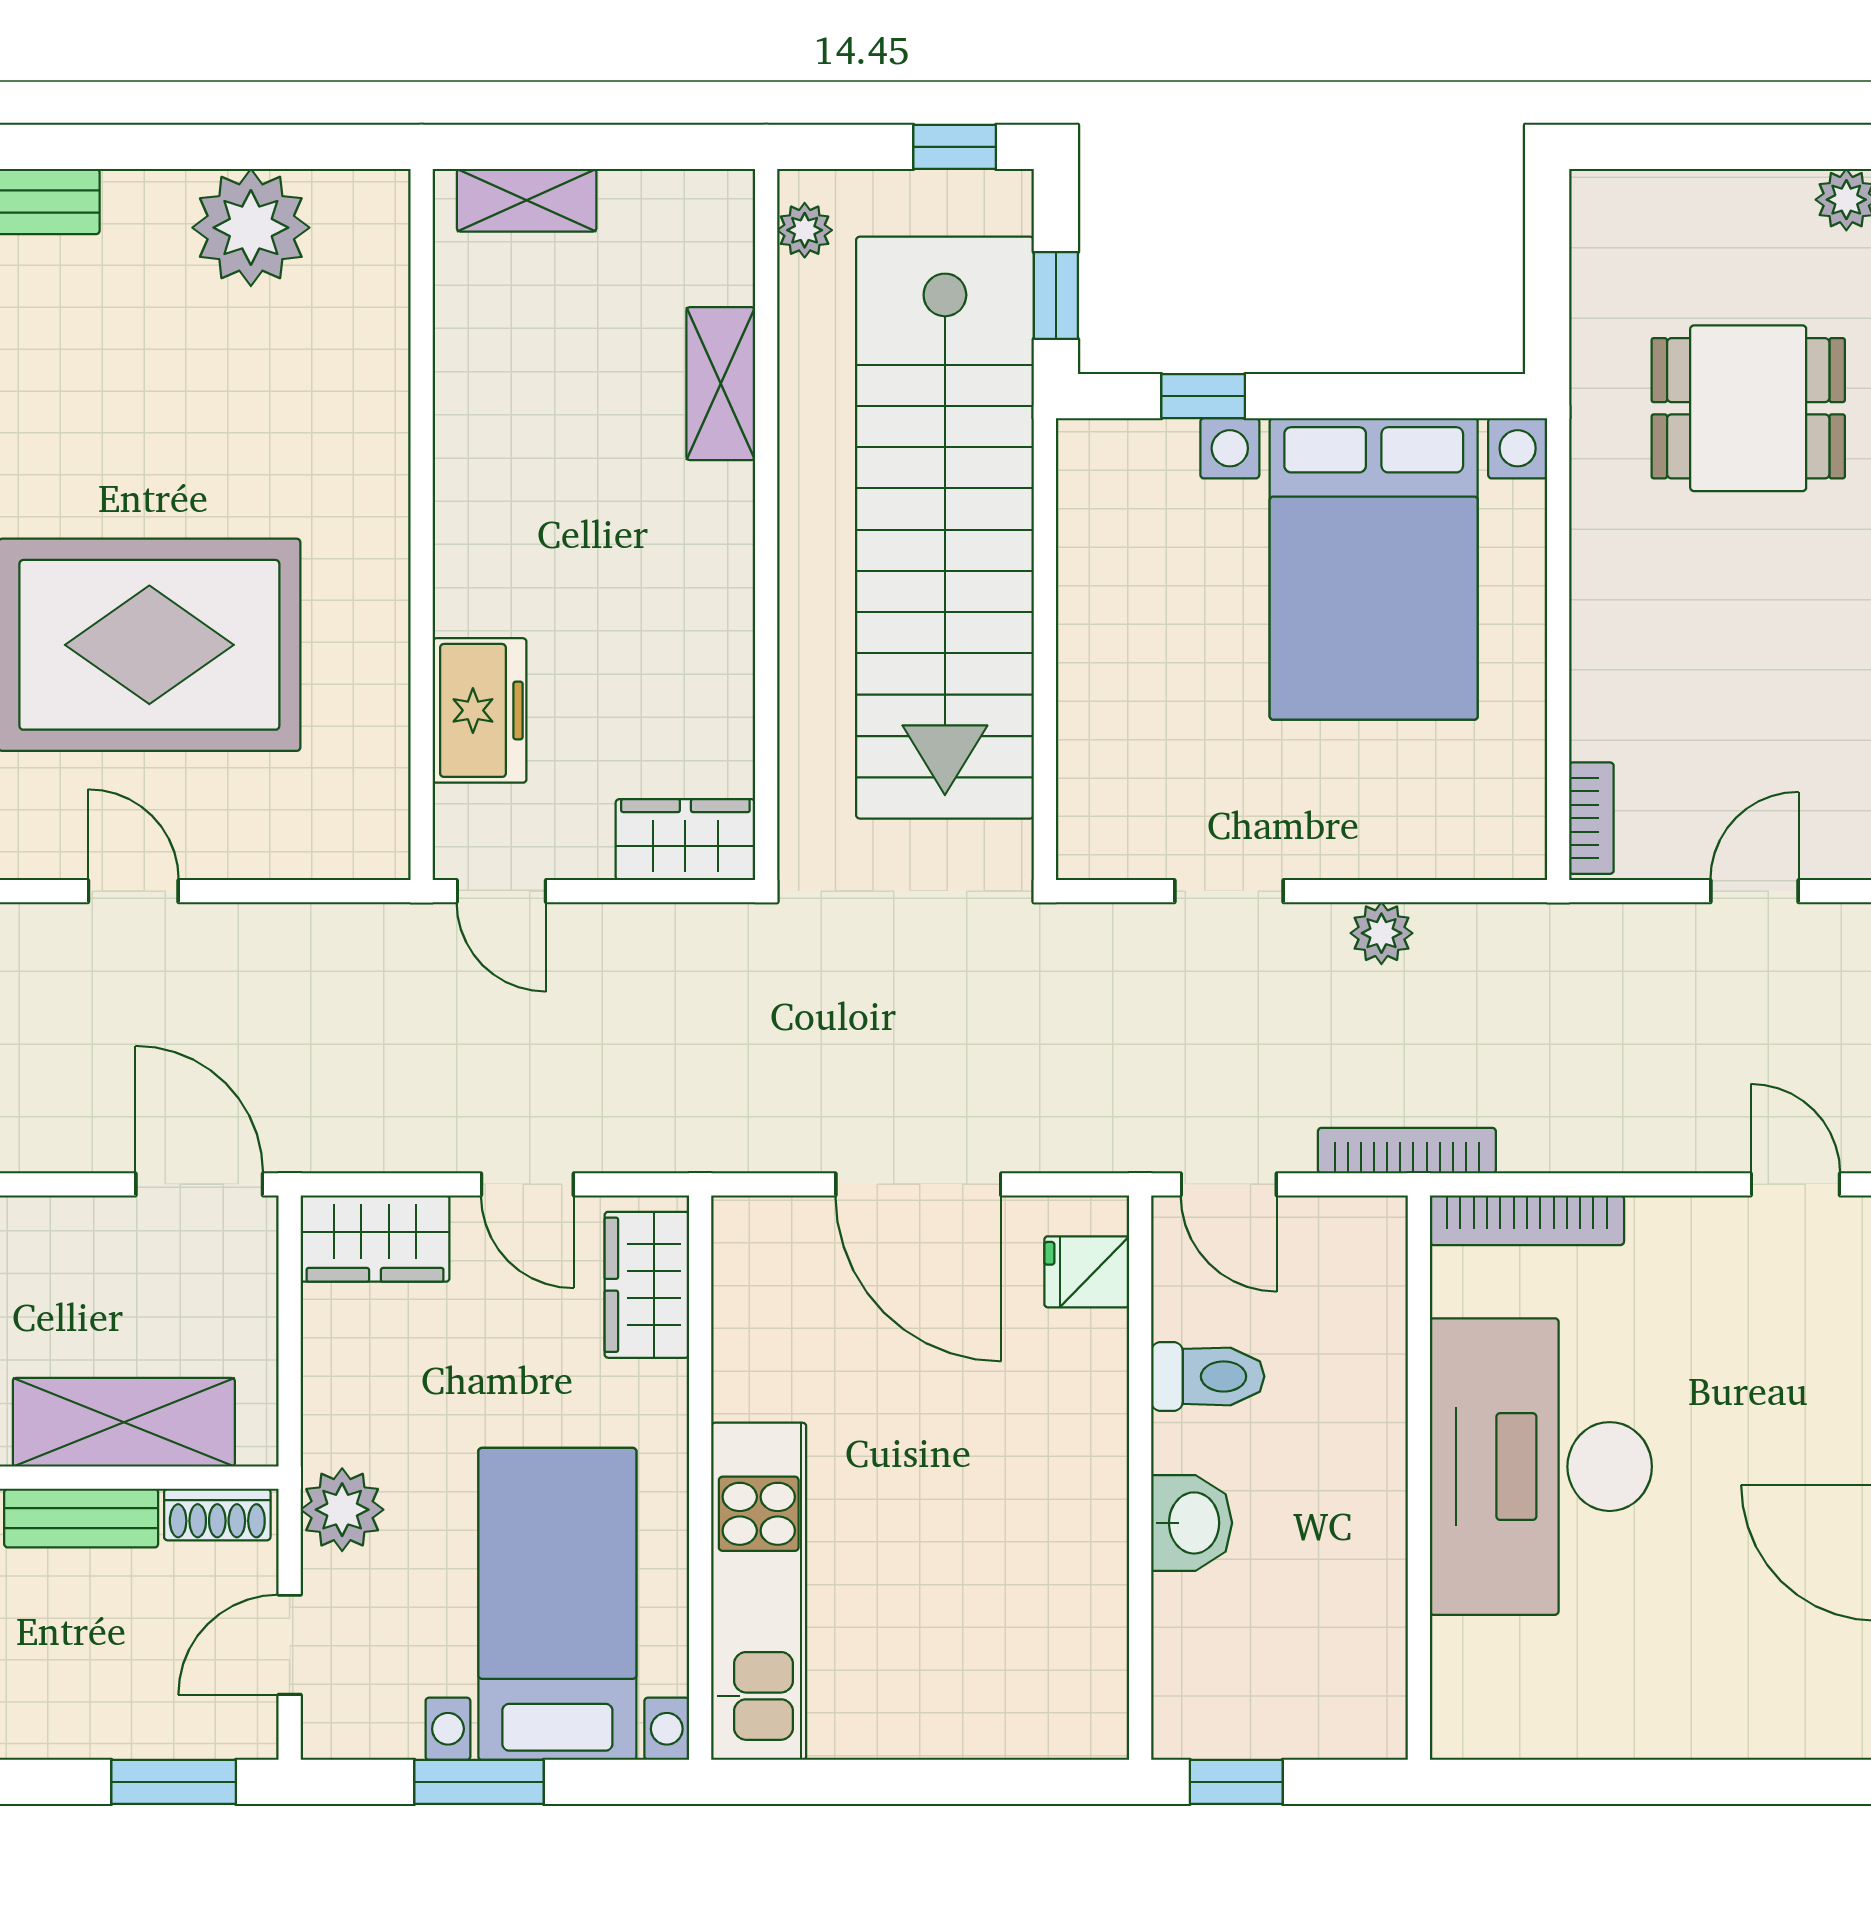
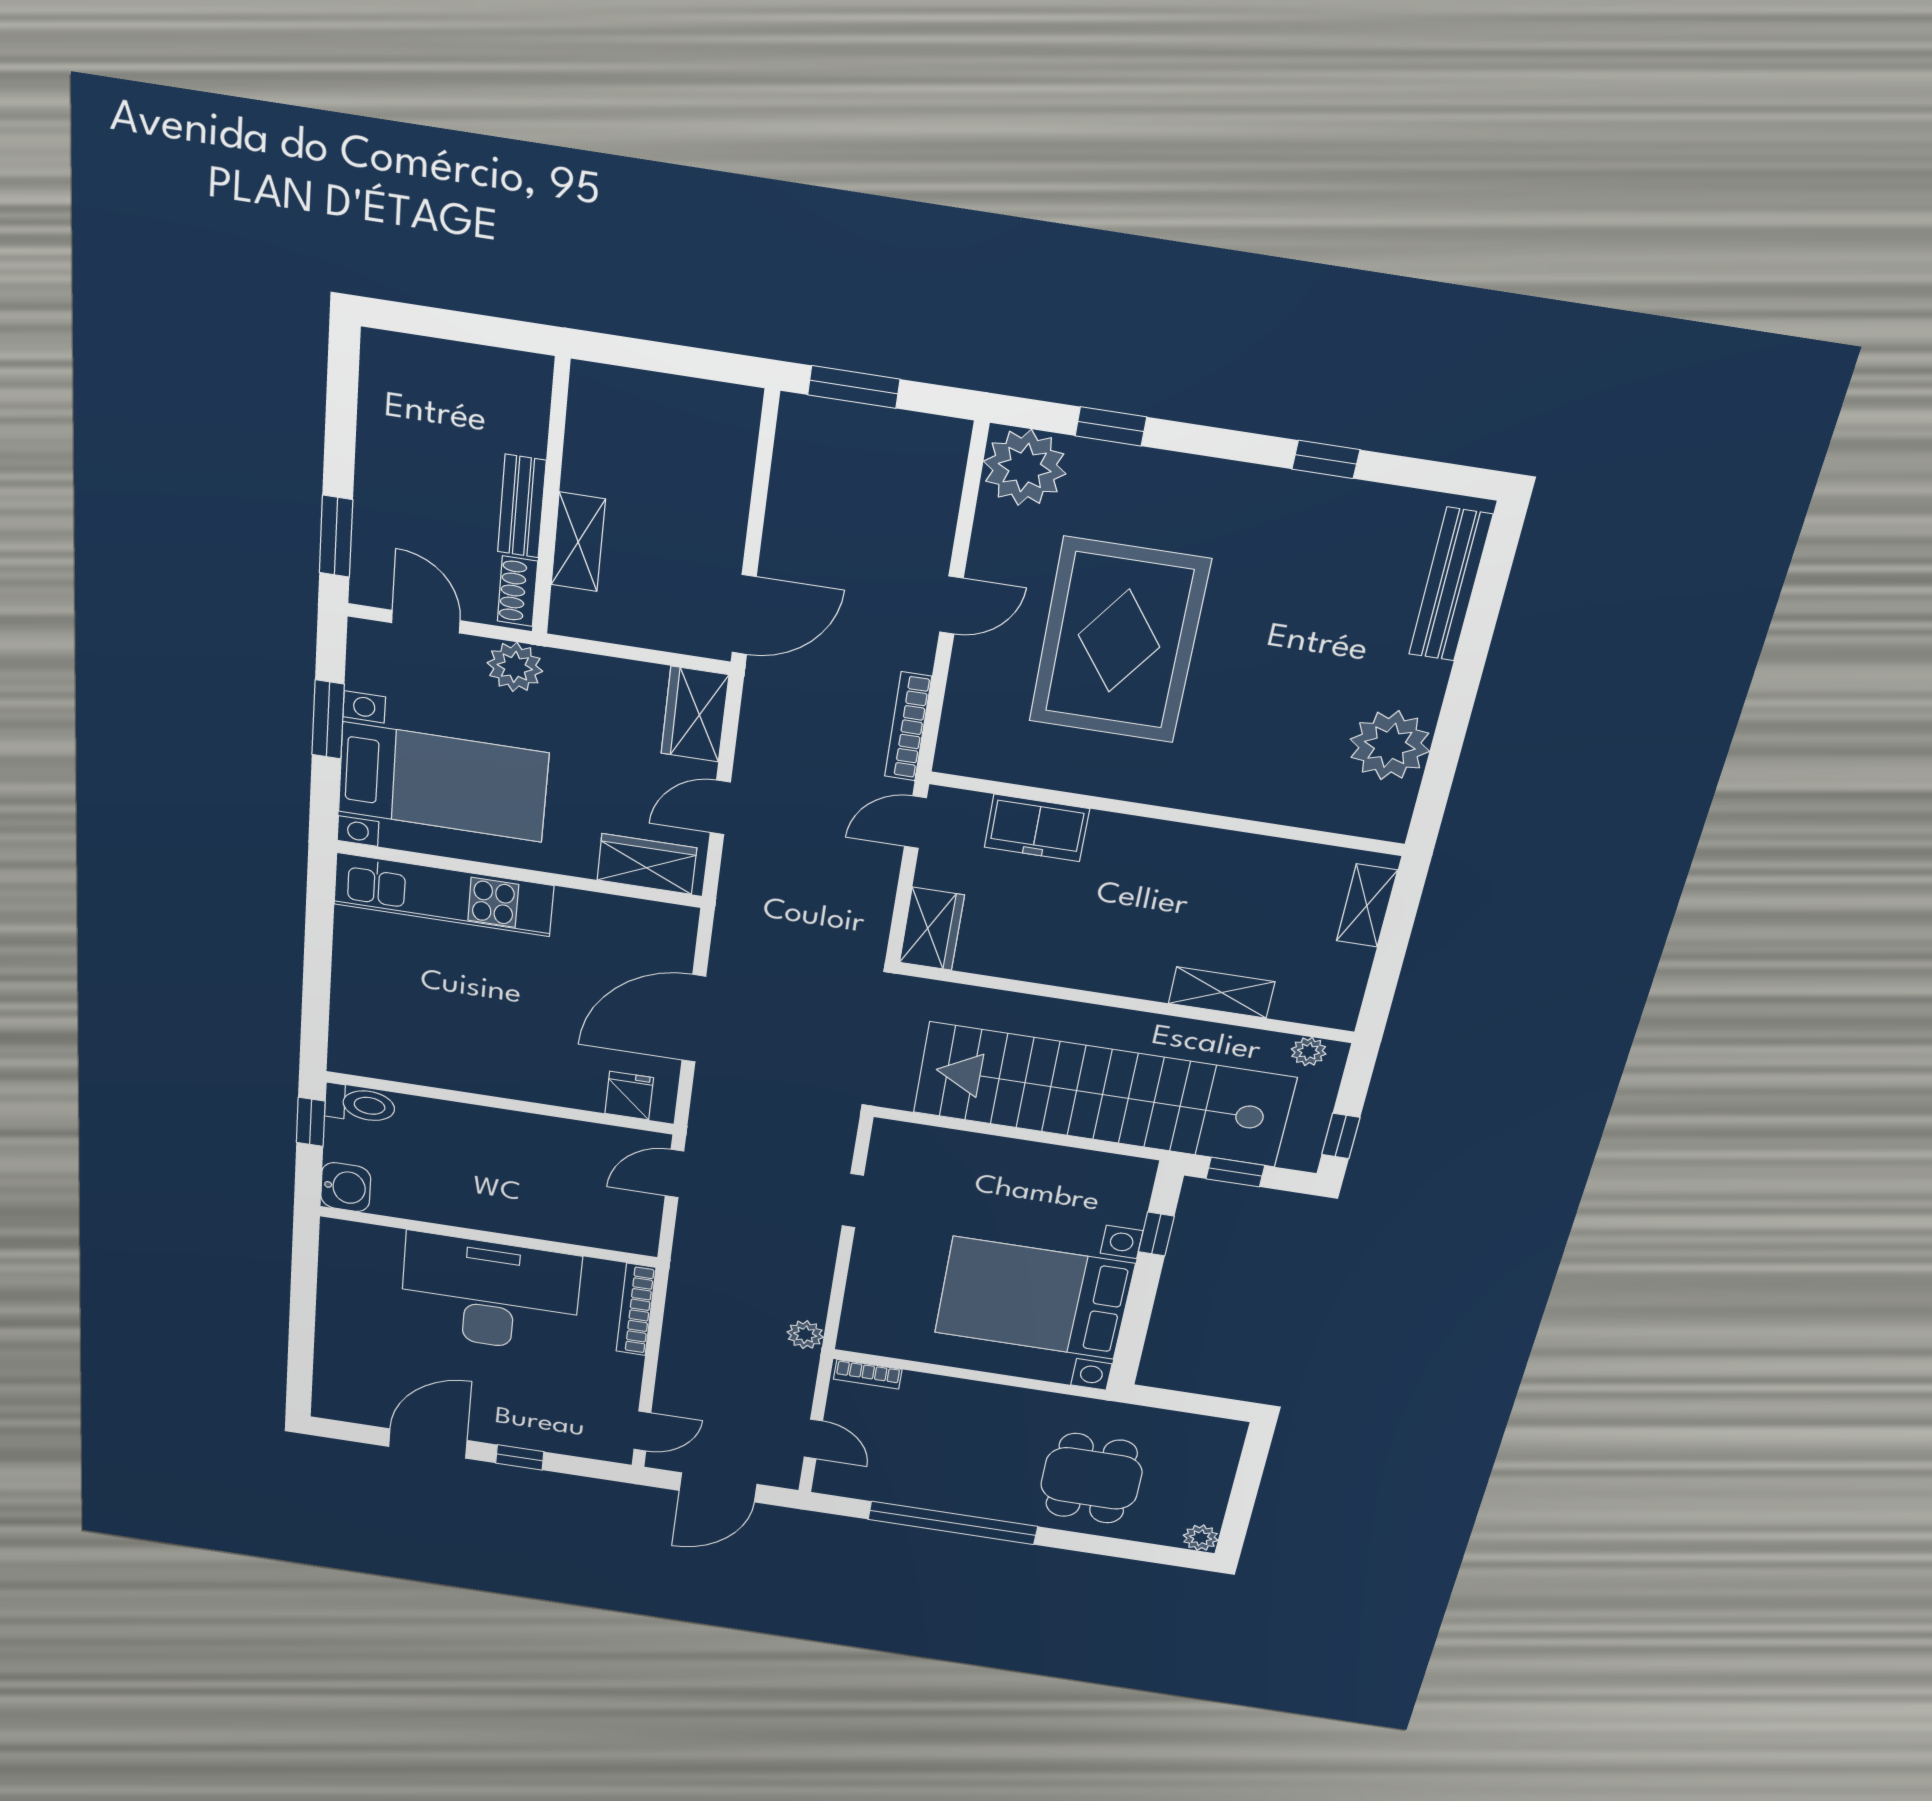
plant: (1381, 933) -> (805, 1335), moved
bookcase: (1407, 1151) -> (908, 727), moved, turned 180
toilet: (1208, 1376) -> (360, 1104), moved, turned -90
shelving: (124, 1422) -> (578, 542), width x0.67, depth x0.75
washbasin: (1192, 1523) -> (346, 1187), moved, turned -90

